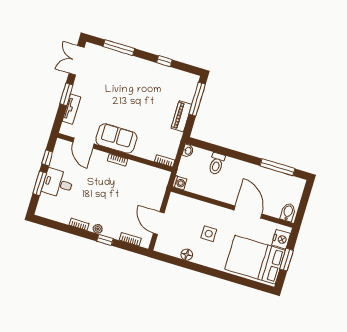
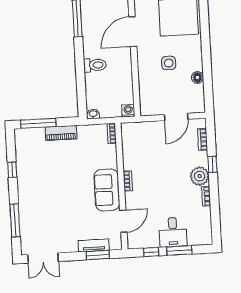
window: (66, 94) -> (98, 255), moved
toilet: (217, 164) -> (95, 65), moved
plant: (98, 229) -> (200, 176), width x1.87, depth x1.87

